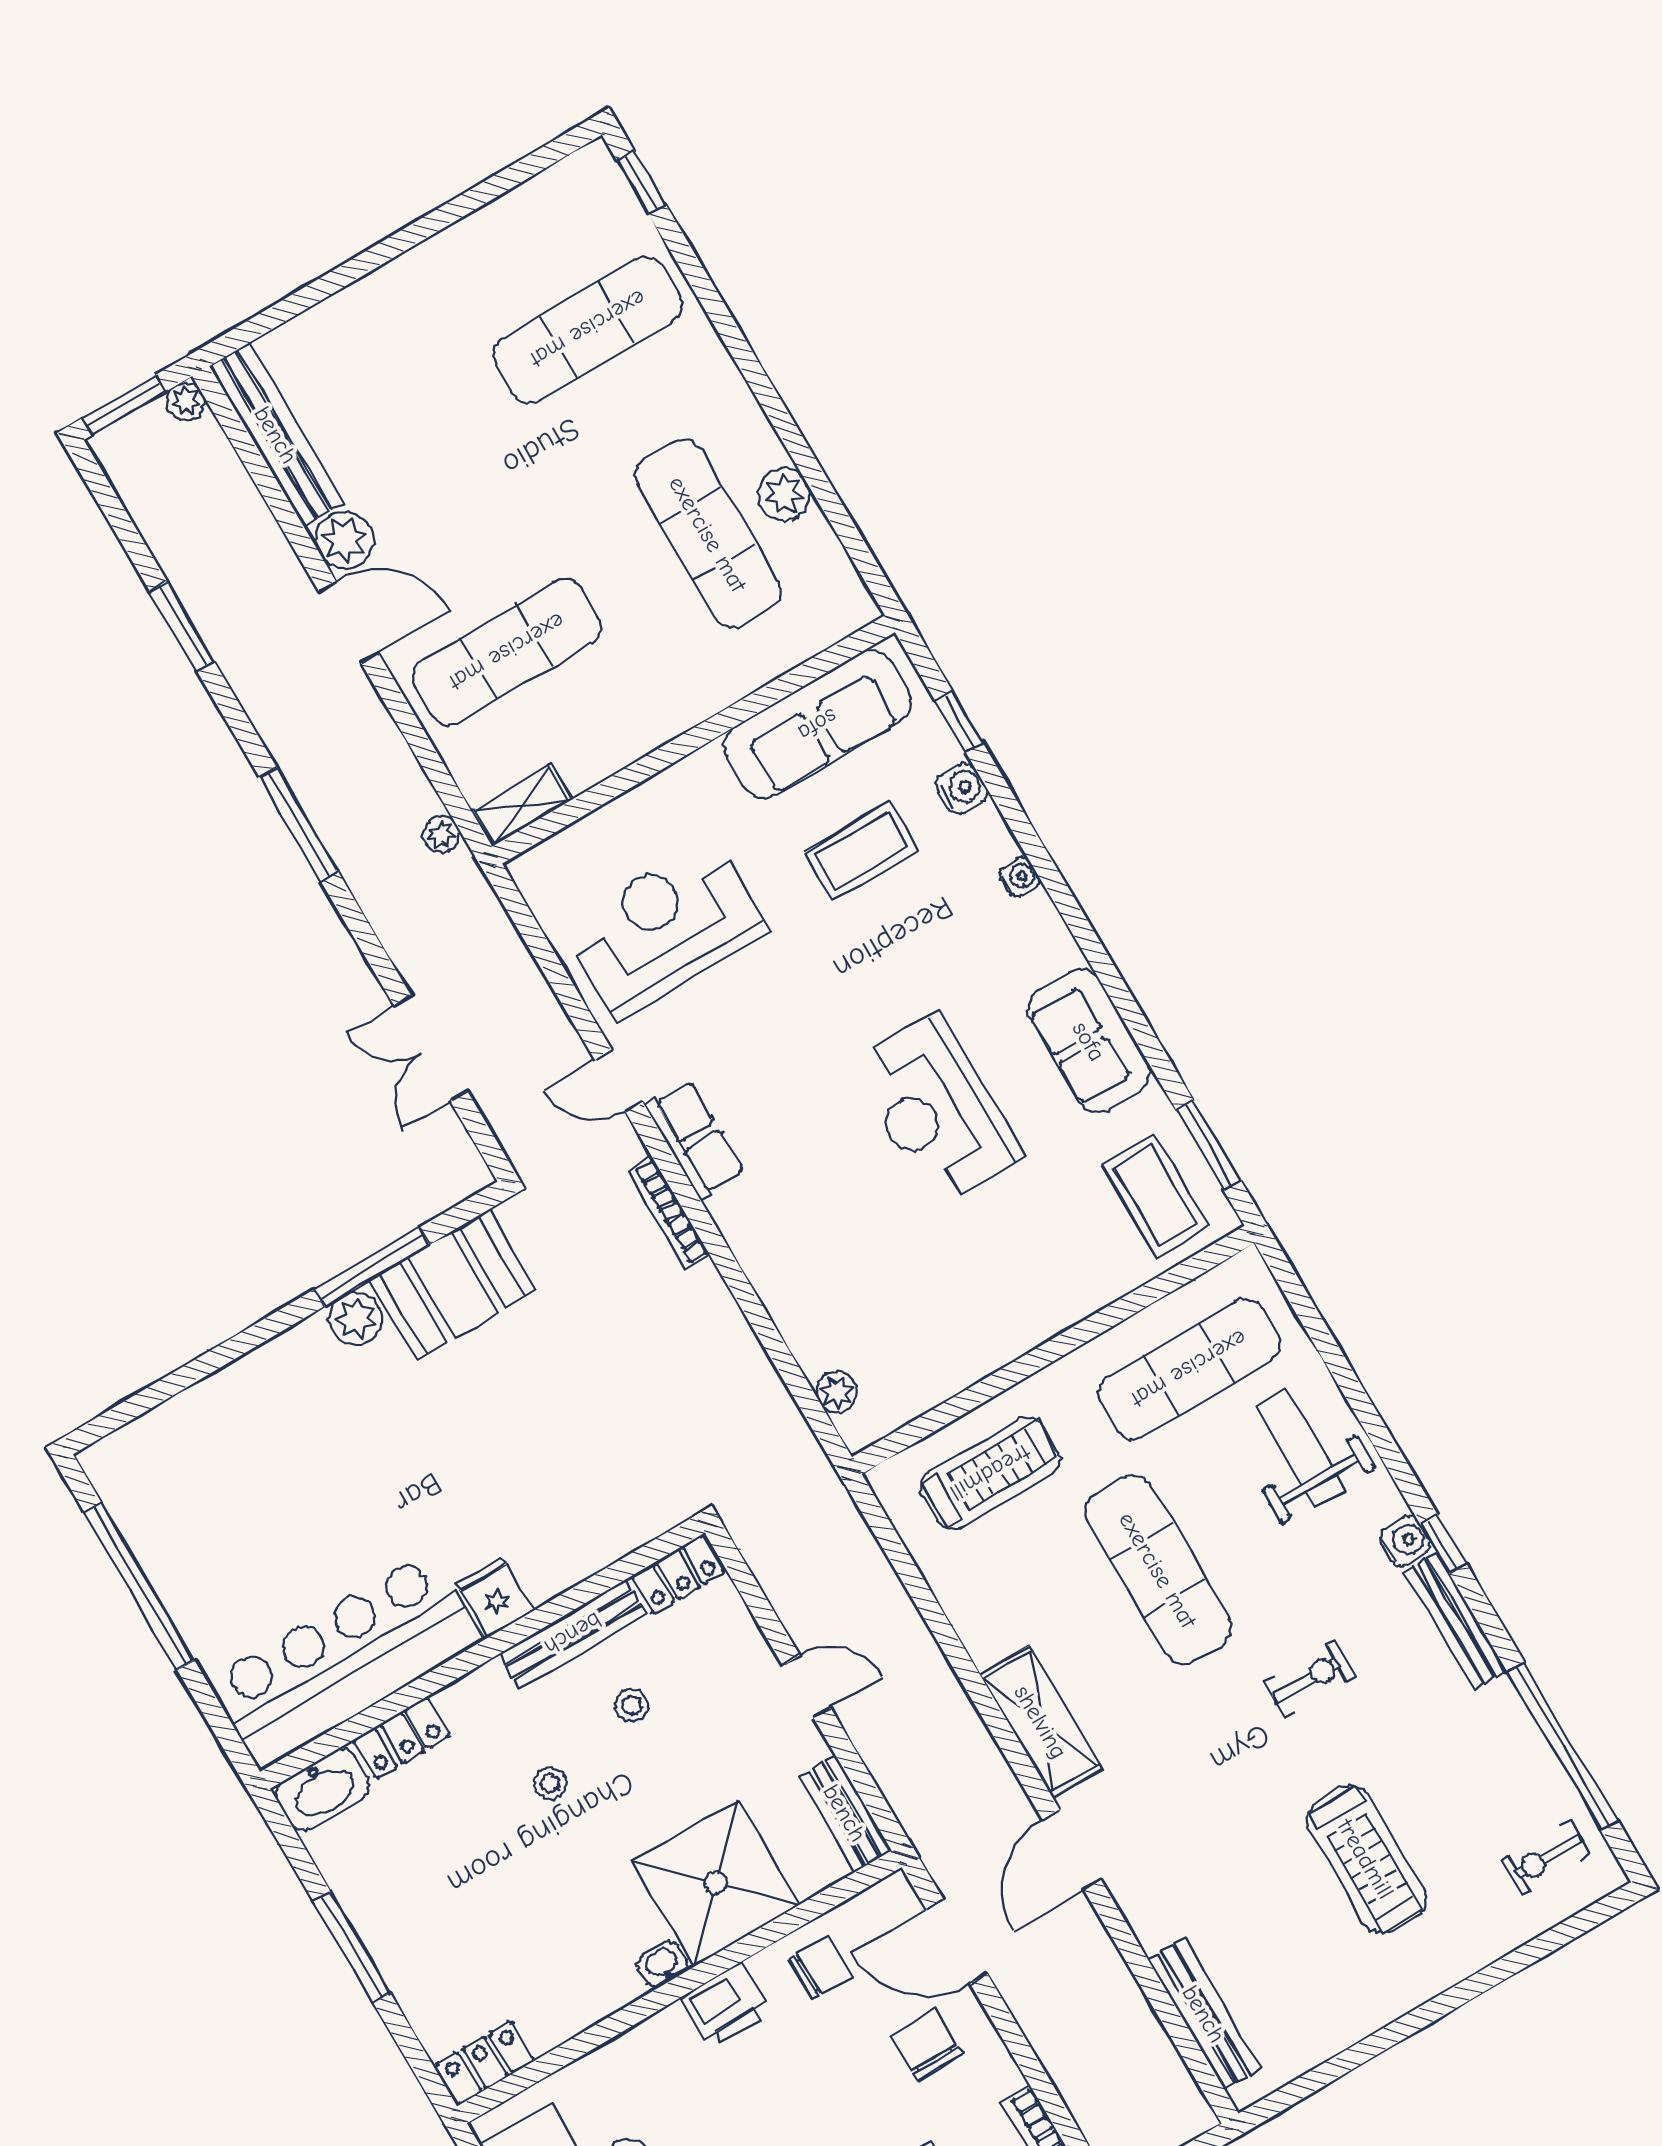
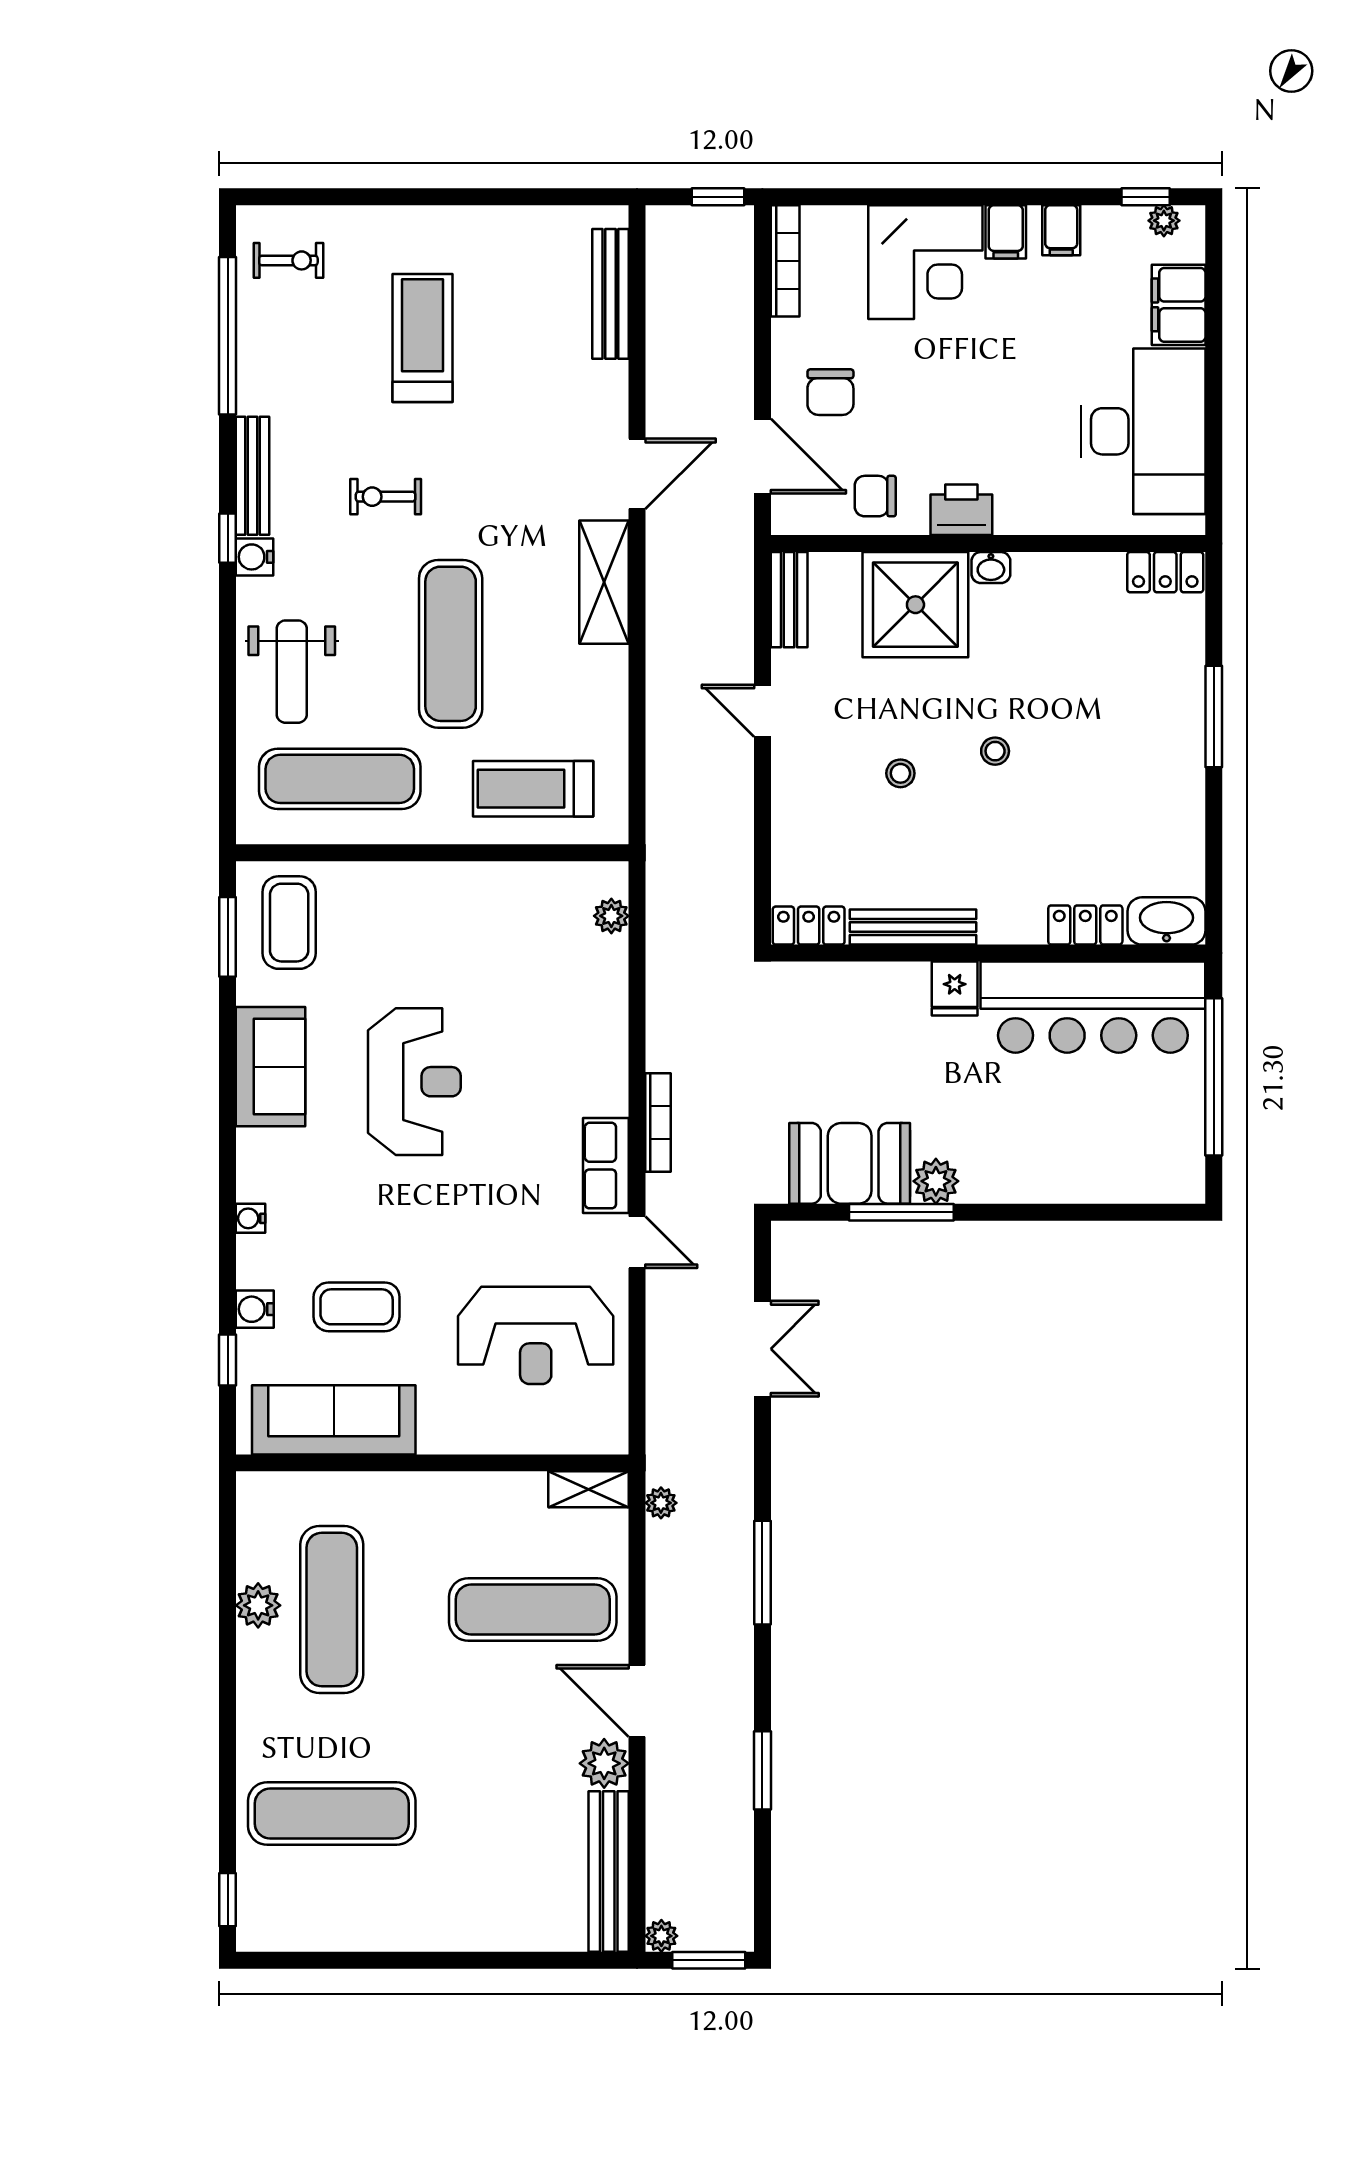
locker: (678, 1574) -> (809, 926), moved
fridge: (495, 1597) -> (955, 989), moved
bench: (573, 1634) -> (913, 927), moved
wall: (482, 1652) -> (988, 953), moved
bar counter: (346, 1660) -> (1093, 1007), moved
locker: (402, 1738) -> (1085, 925), moved
washbasin: (323, 1790) -> (1167, 921), moved

